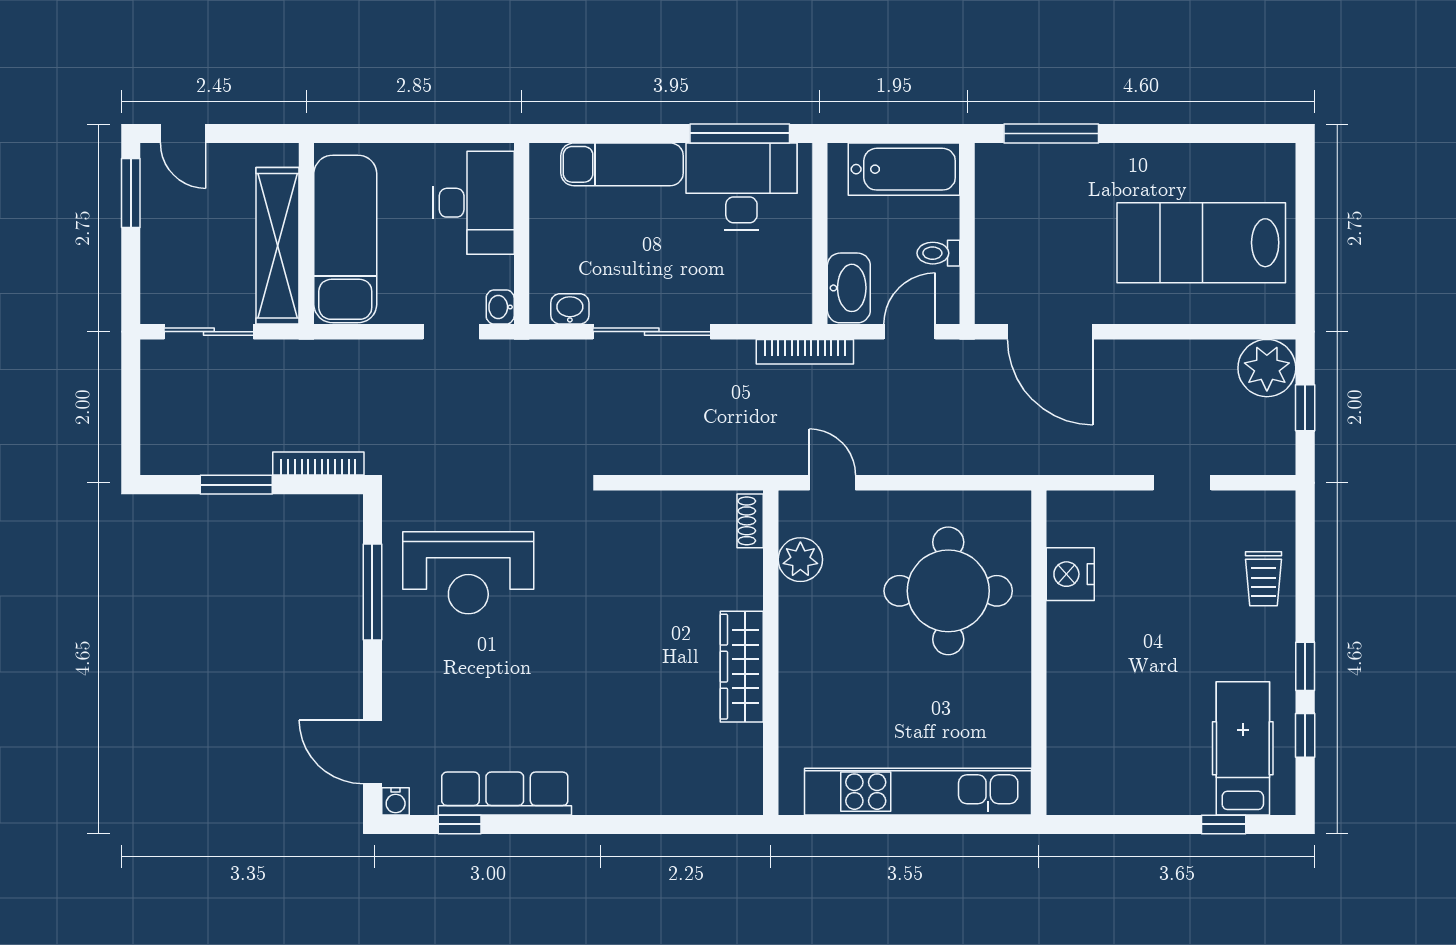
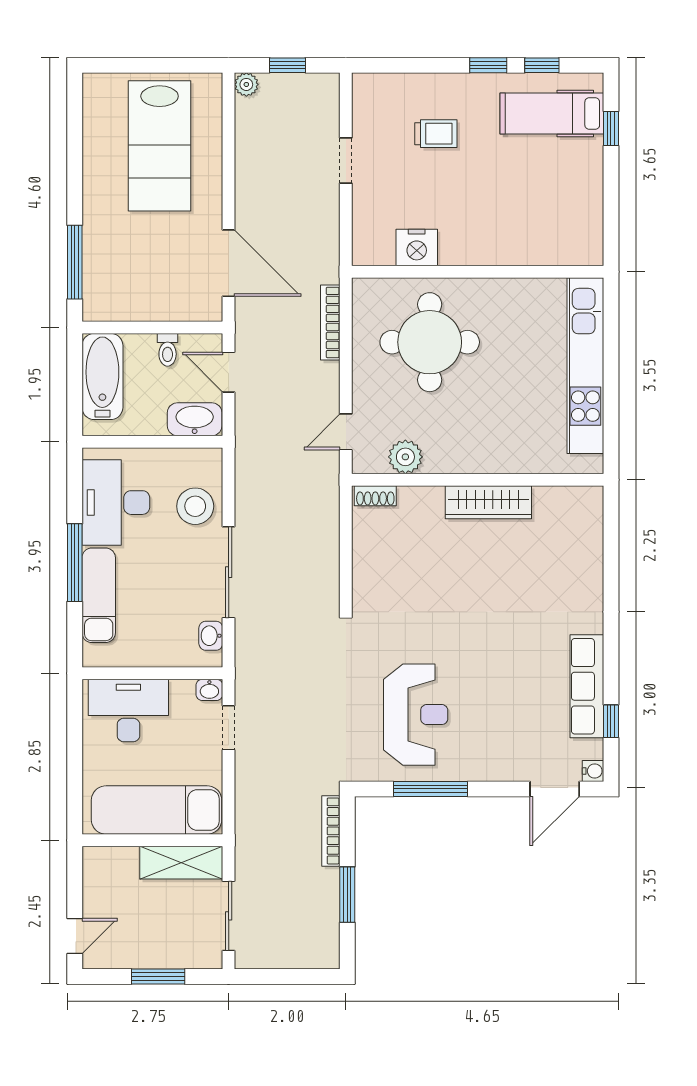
window: (740, 133) -> (75, 563), moved
window: (131, 193) -> (158, 976), moved
shelving: (277, 246) -> (181, 863), width x0.68
stool: (737, 289) -> (195, 506), added
door: (1050, 332) -> (229, 263), hinge flipped
bookcase: (805, 352) -> (330, 322), moved, turned 180
plant: (1267, 368) -> (246, 84), width x0.53, depth x0.53
trolley: (1263, 579) -> (436, 134), moved

